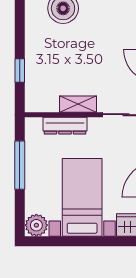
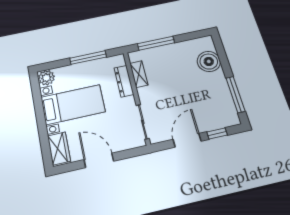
window: (20, 71) -> (156, 43), width x2.17
shelving: (78, 104) -> (139, 74), moved

